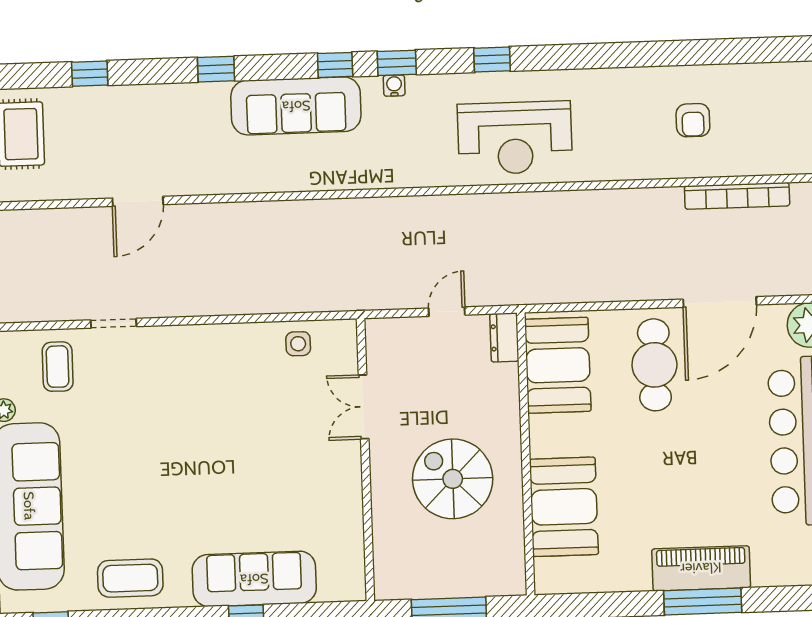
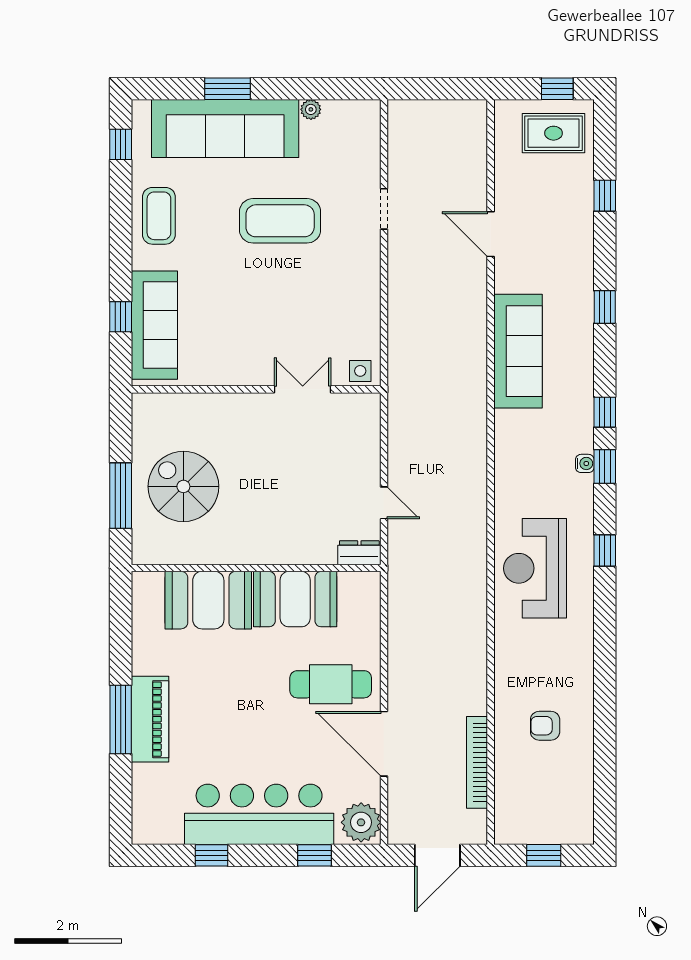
sofa: (296, 106) -> (518, 351), moved, turned 180
booth: (558, 365) -> (295, 599), moved
coffee table: (58, 367) -> (280, 221), moved, width x1.86, depth x1.72
double door: (364, 407) -> (303, 389), moved
wall: (365, 460) -> (256, 389), moved
spiral stairs: (453, 479) -> (183, 486), moved, turned -90

